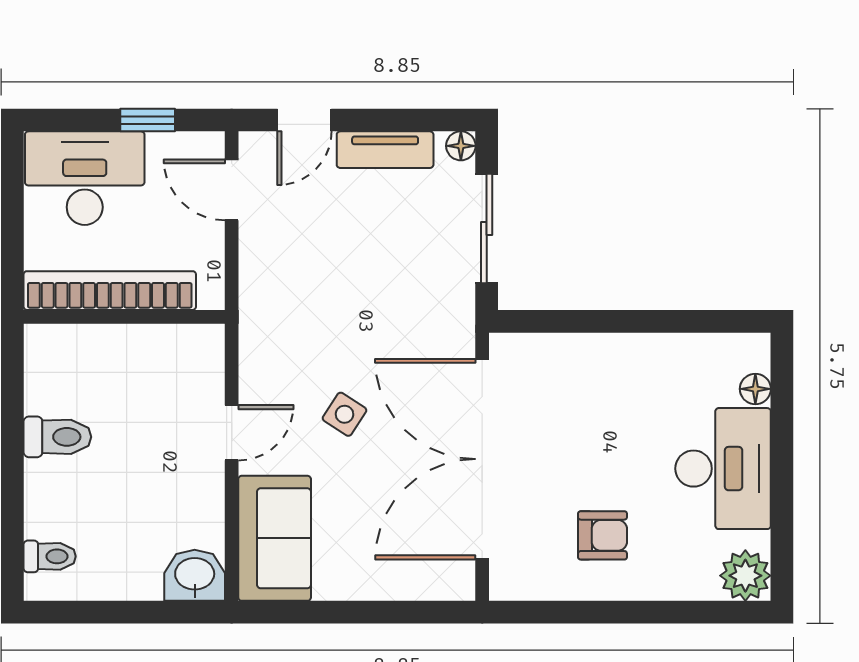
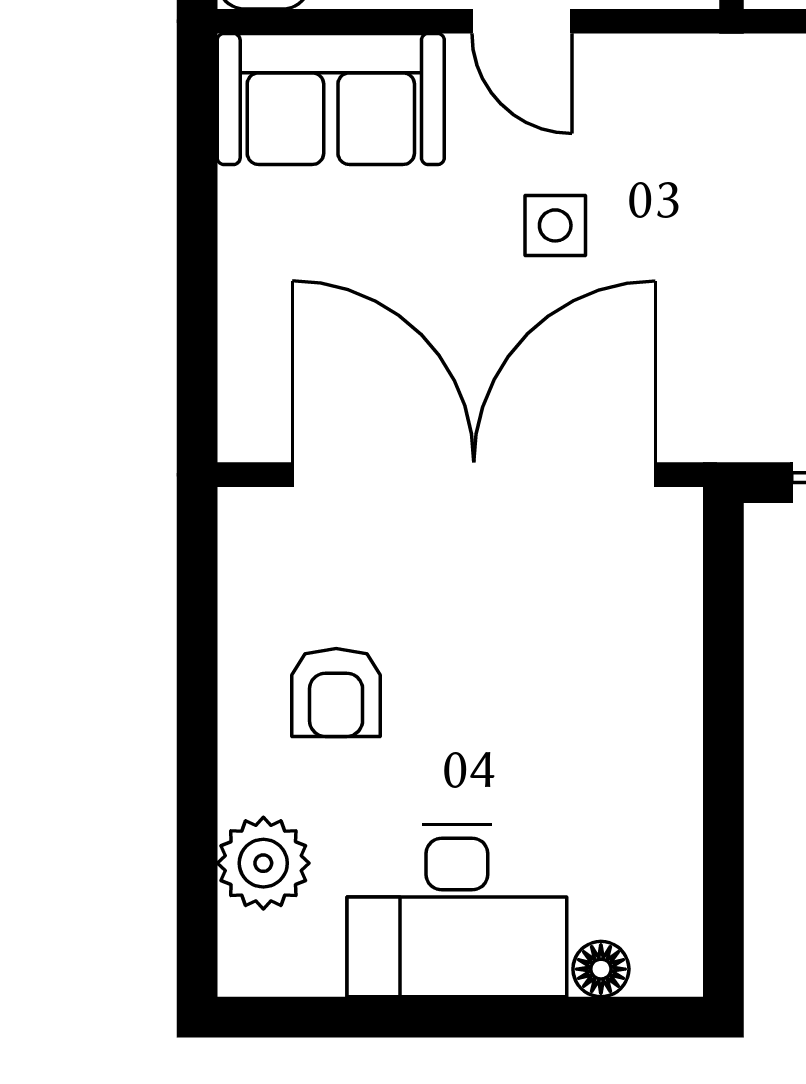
side table: (344, 414) -> (555, 225), turned -33
plant: (745, 576) -> (263, 863), moved

